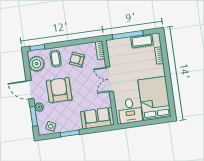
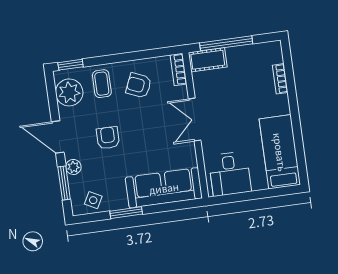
cot: (142, 41) -> (208, 60), moved
armchair: (59, 90) -> (108, 138), width x0.53, depth x0.53
bed: (155, 98) -> (280, 152), width x0.67
sofa: (97, 118) -> (164, 188), width x1.36

